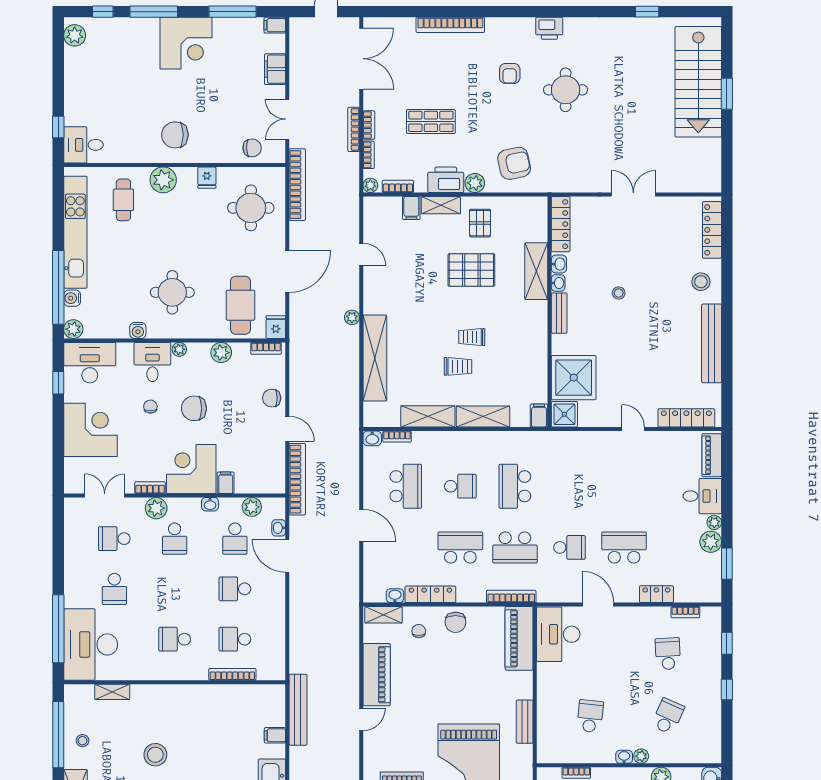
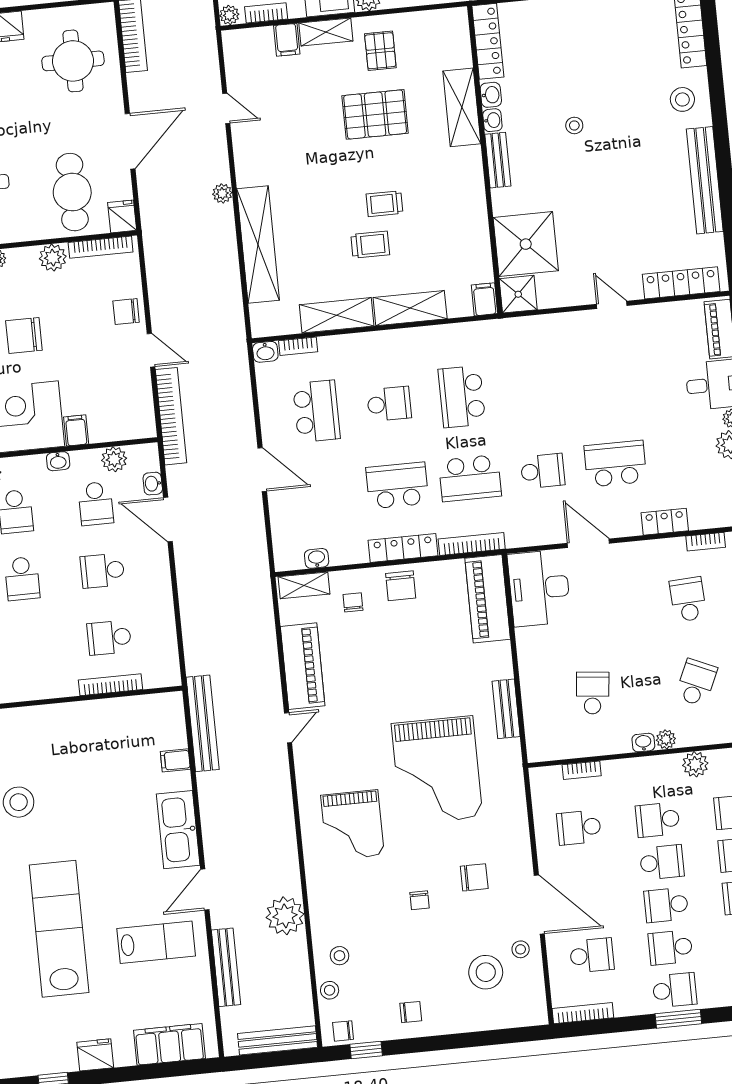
bookcase: (266, 348) -> (101, 247), width x1.56
locker: (430, 594) -> (403, 548), moved
school desk: (175, 639) -> (22, 579), moved, turned -90

